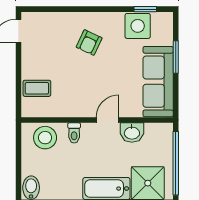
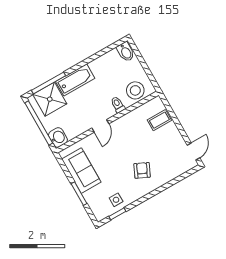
side table: (138, 26) -> (116, 200), width x0.54, depth x0.54
sofa: (158, 82) -> (81, 171), width x0.73
washbasin: (132, 133) -> (58, 137), moved, turned 90

